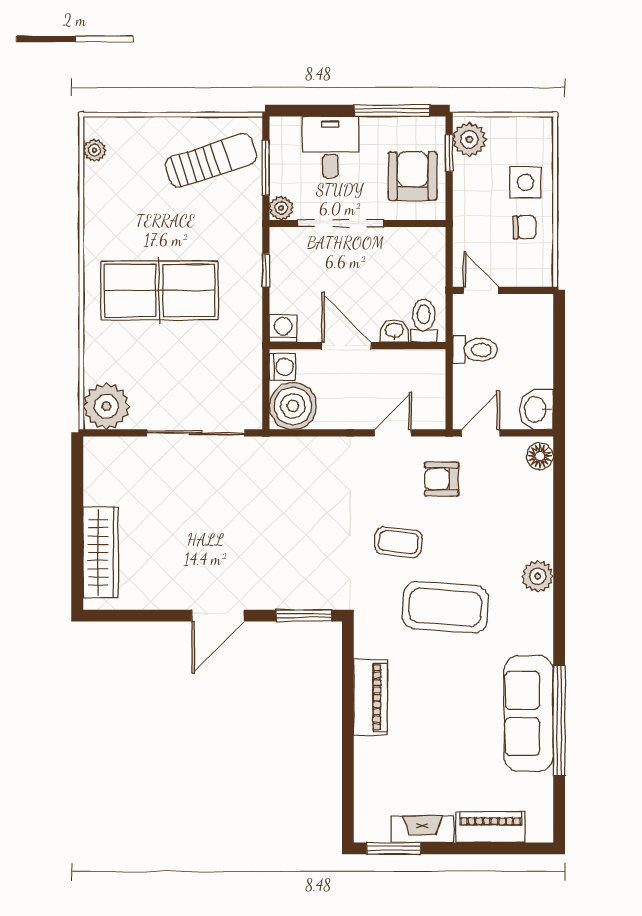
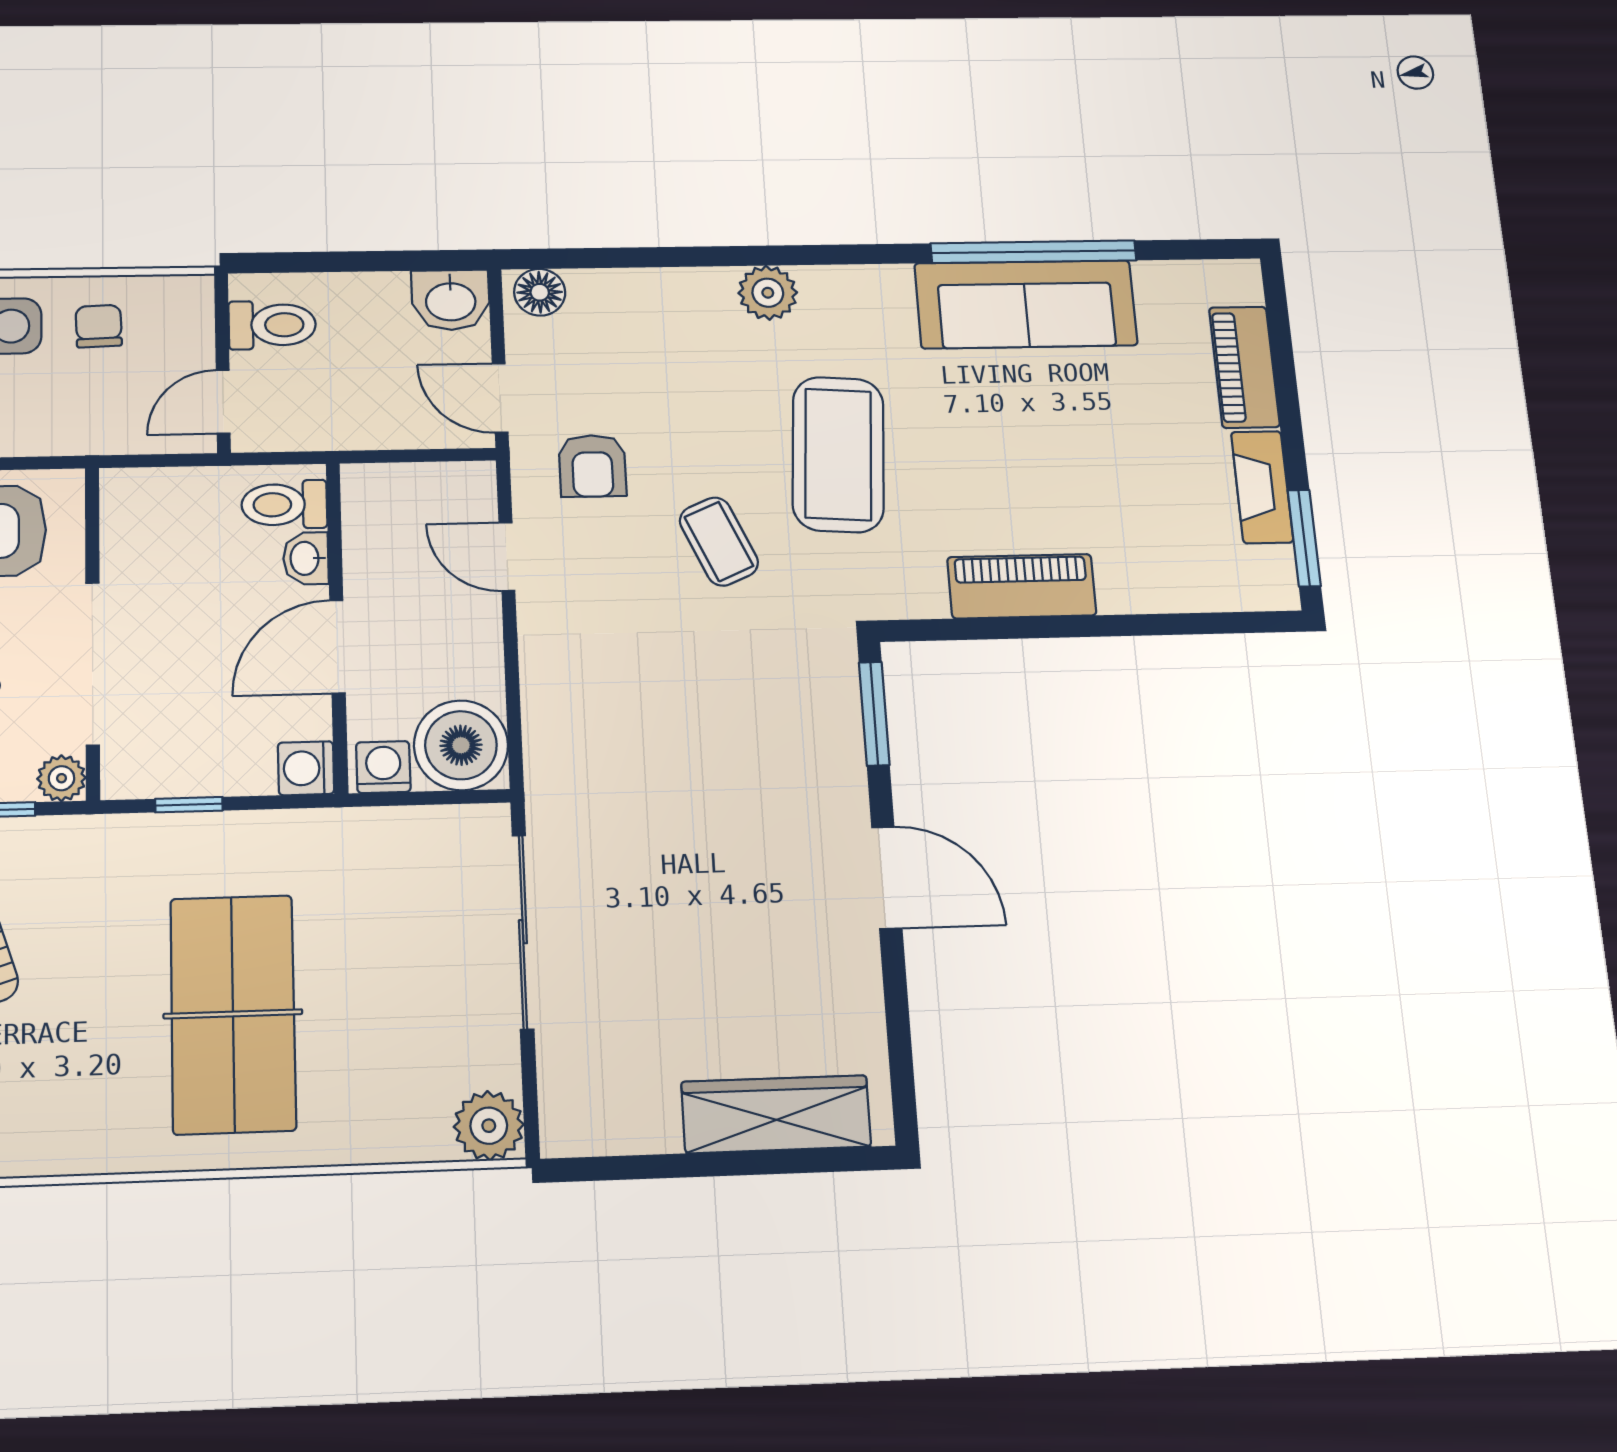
toilet: (475, 350) -> (272, 325), moved, turned 90
plant: (106, 406) -> (489, 1126), width x0.73, depth x0.73
coffee table: (399, 542) -> (719, 542), turned -30

